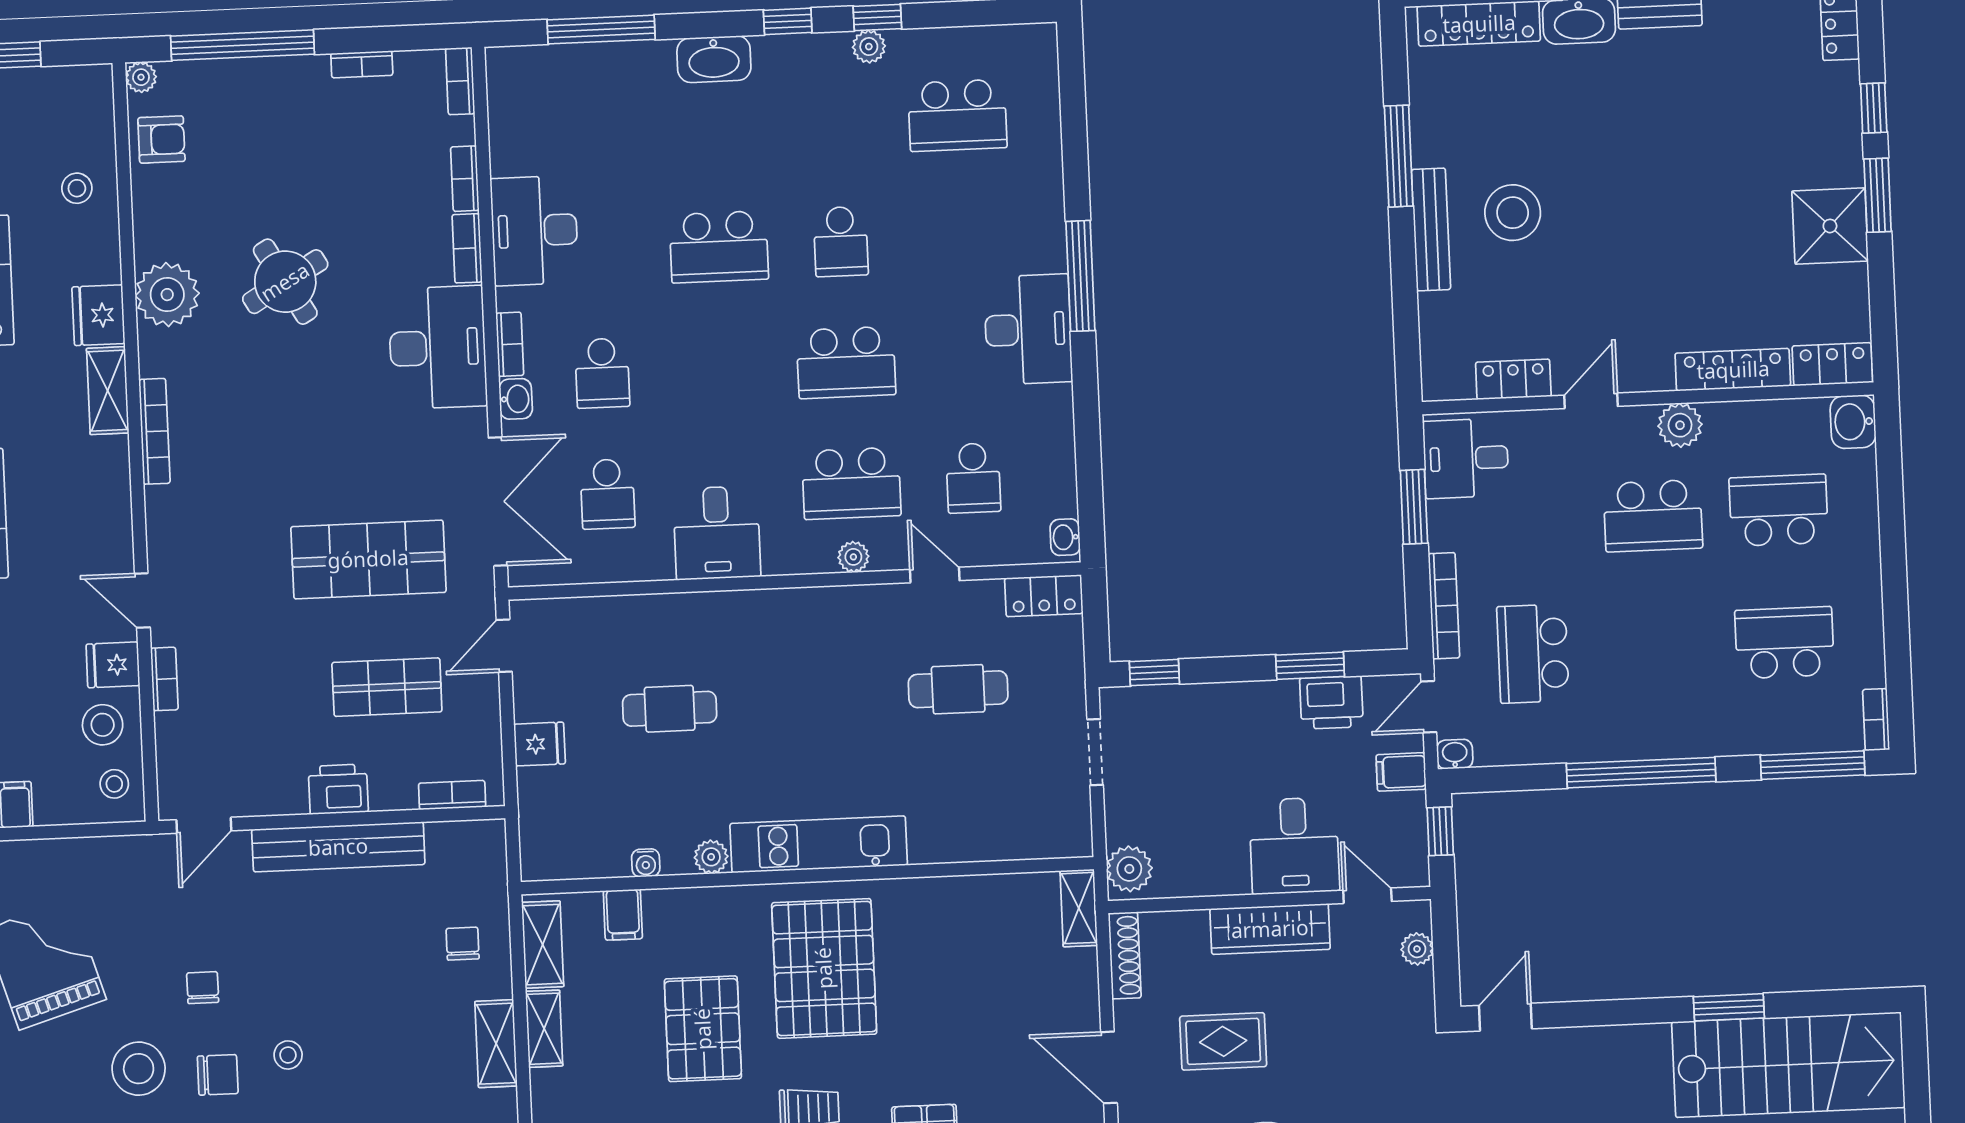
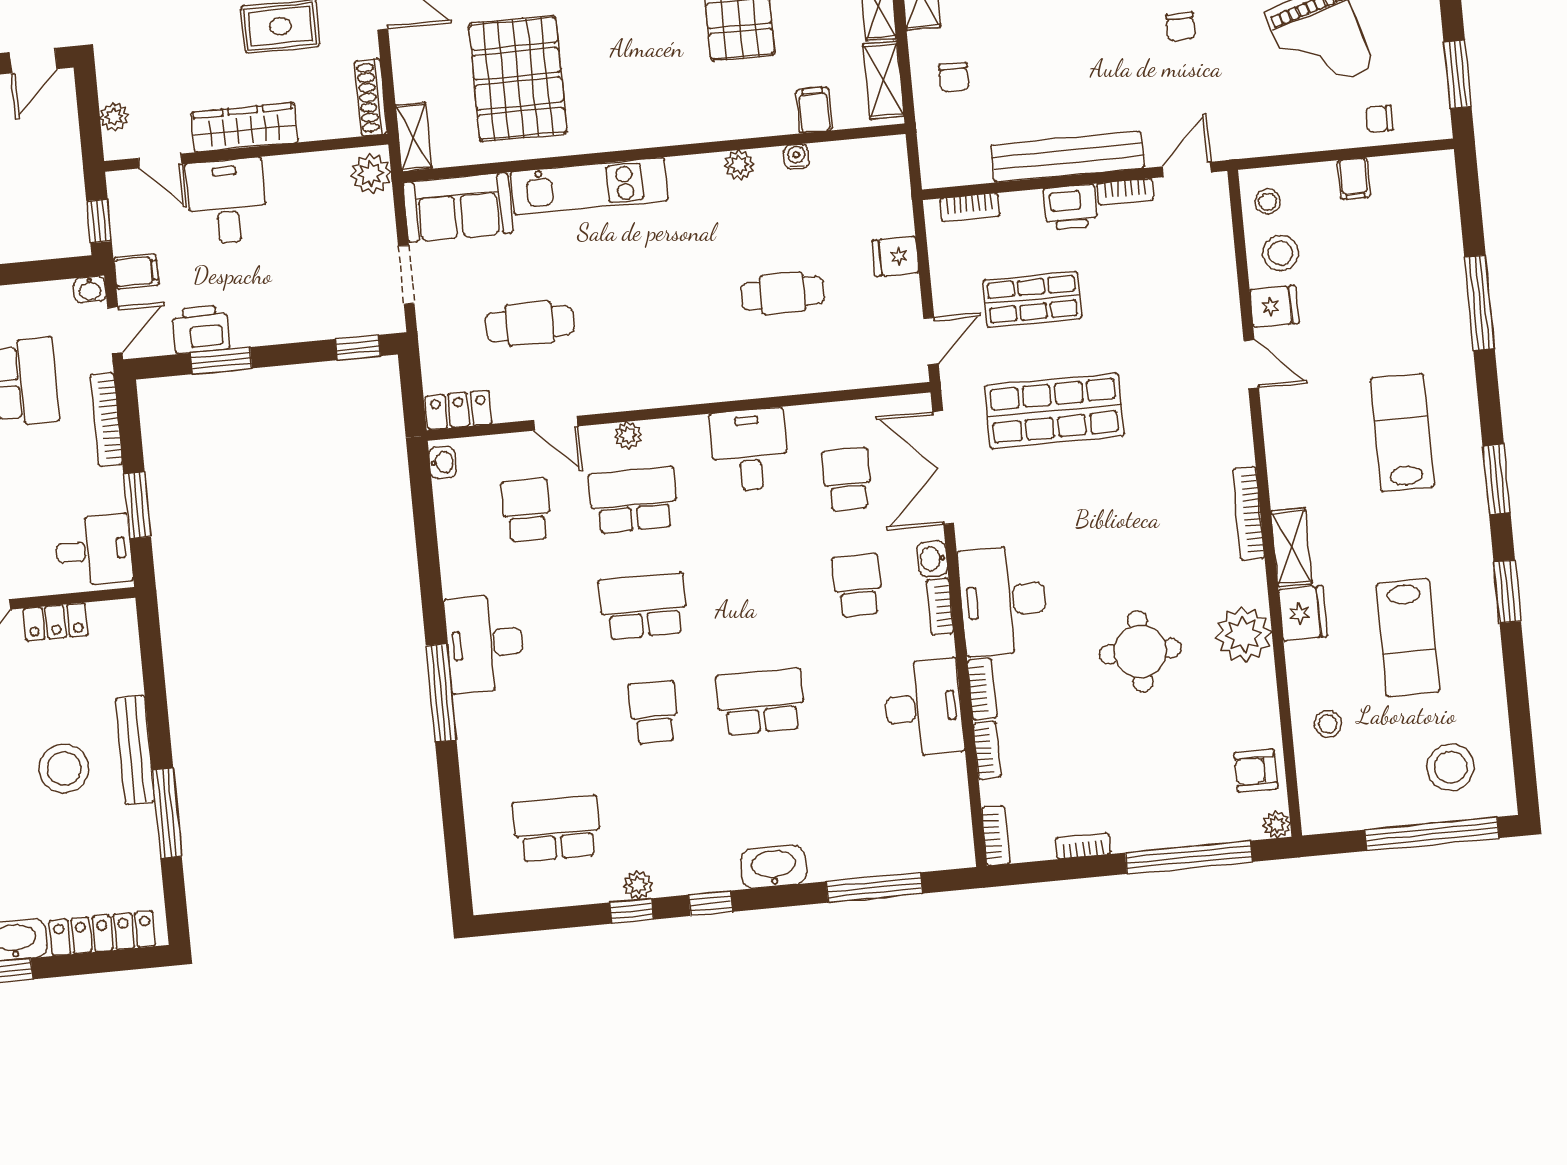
round table: (285, 282) -> (1140, 651), turned 30
bookcase: (164, 679) -> (1125, 192), moved, turned -90
sofa: (1033, 825) -> (458, 208), added
kitchen unit: (819, 844) -> (589, 186), moved
pallet: (824, 968) -> (518, 79), moved

